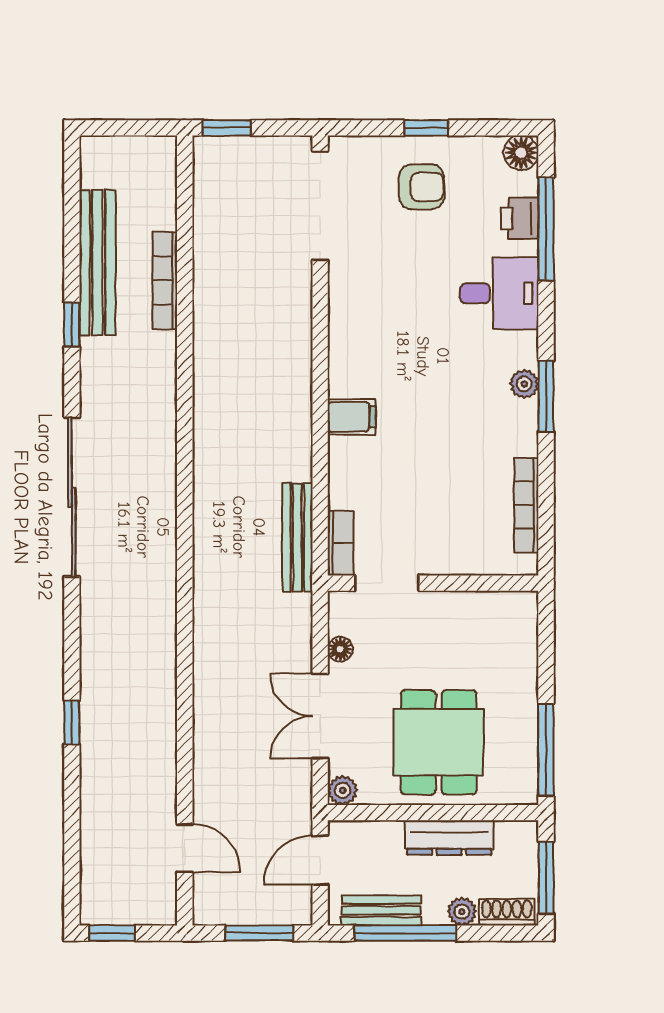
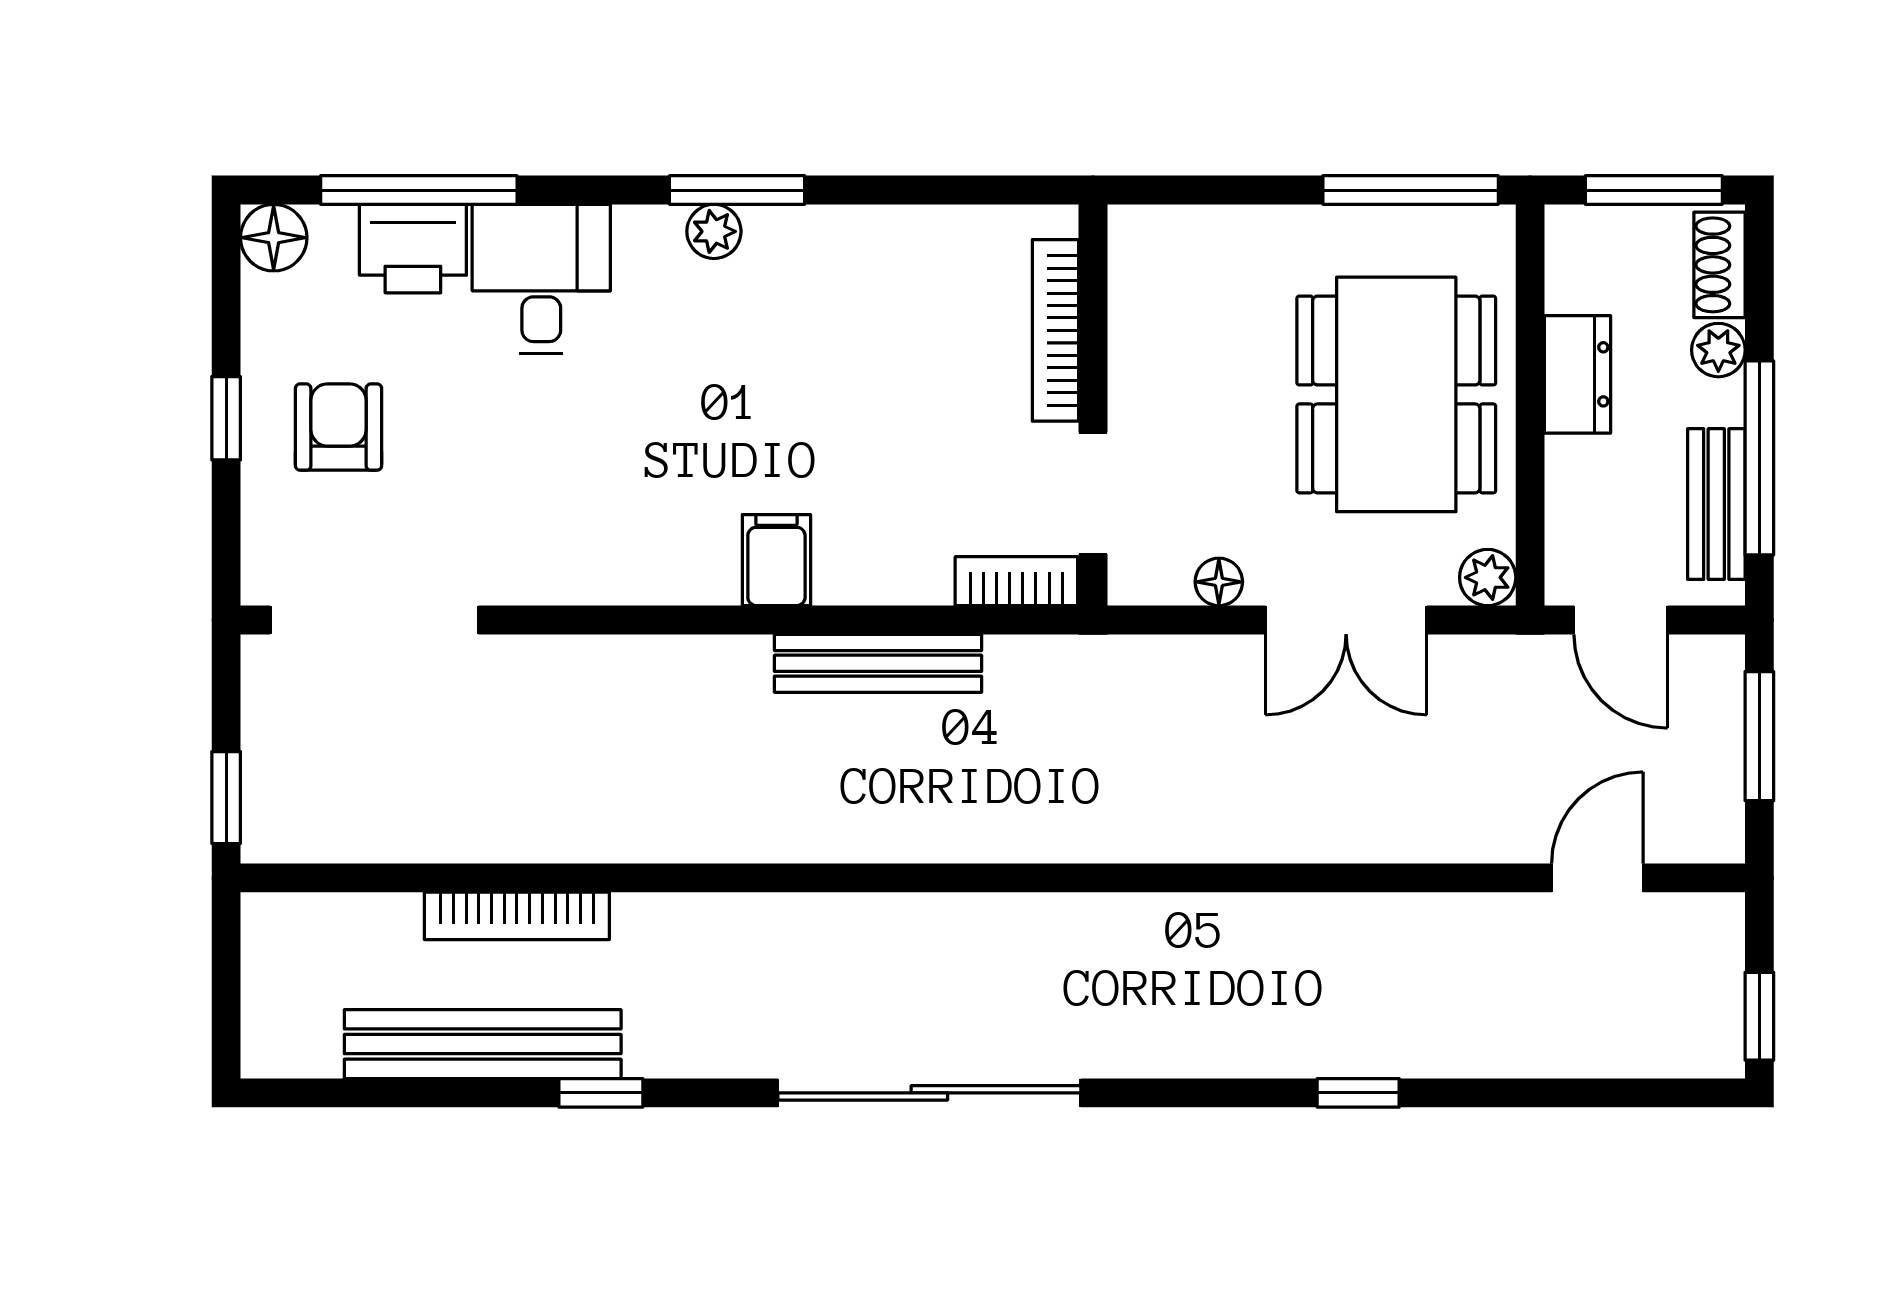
printer: (520, 218) -> (413, 249), width x1.36, depth x1.24
bookcase: (526, 505) -> (1055, 330), moved, turned 90
bench: (297, 537) -> (878, 663), moved
dining table: (439, 742) -> (1396, 394), width x1.38
dresser: (449, 838) -> (1578, 374), width x0.70

